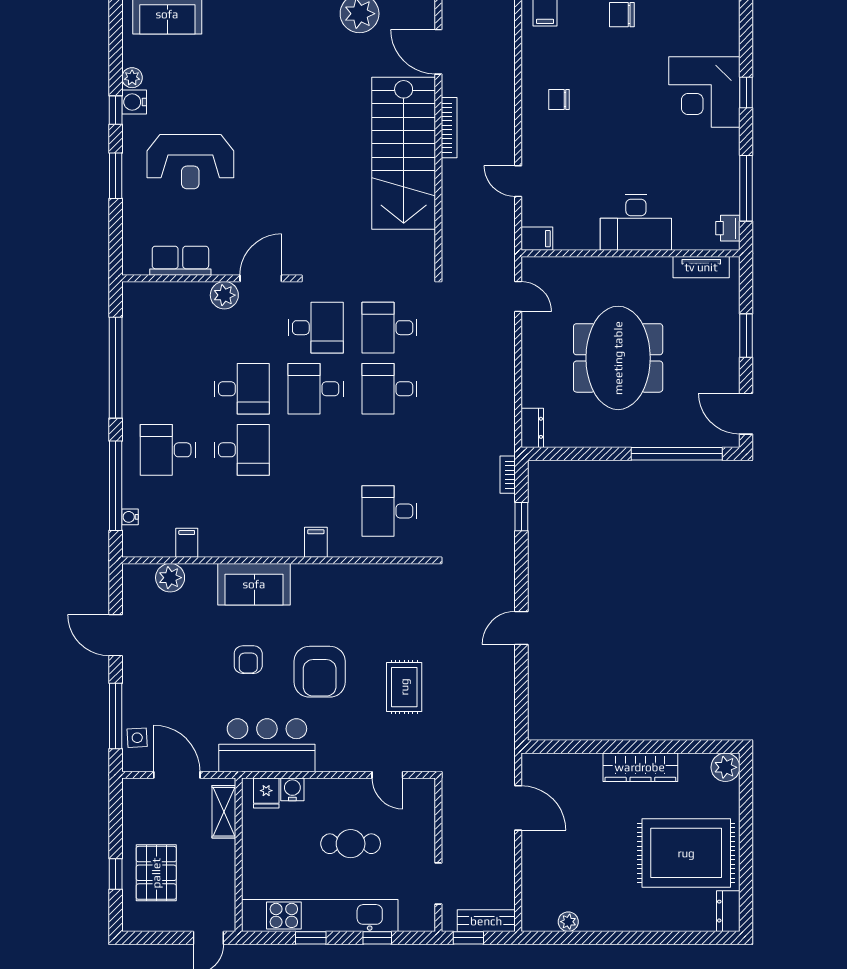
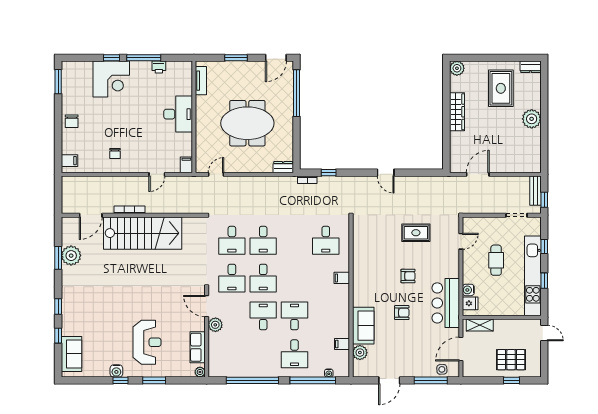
plant: (132, 78) -> (200, 372), moved
window: (746, 188) -> (144, 58), moved
printer: (728, 228) -> (159, 67), moved
desk: (316, 328) -> (232, 278), turned 180
sofa: (254, 584) -> (363, 326), moved
armchair: (320, 672) -> (408, 276), width x0.53, depth x0.53
rug: (686, 853) -> (501, 88), width x0.73, depth x0.69
plant: (568, 922) -> (532, 119), moved, width x1.87, depth x1.87

